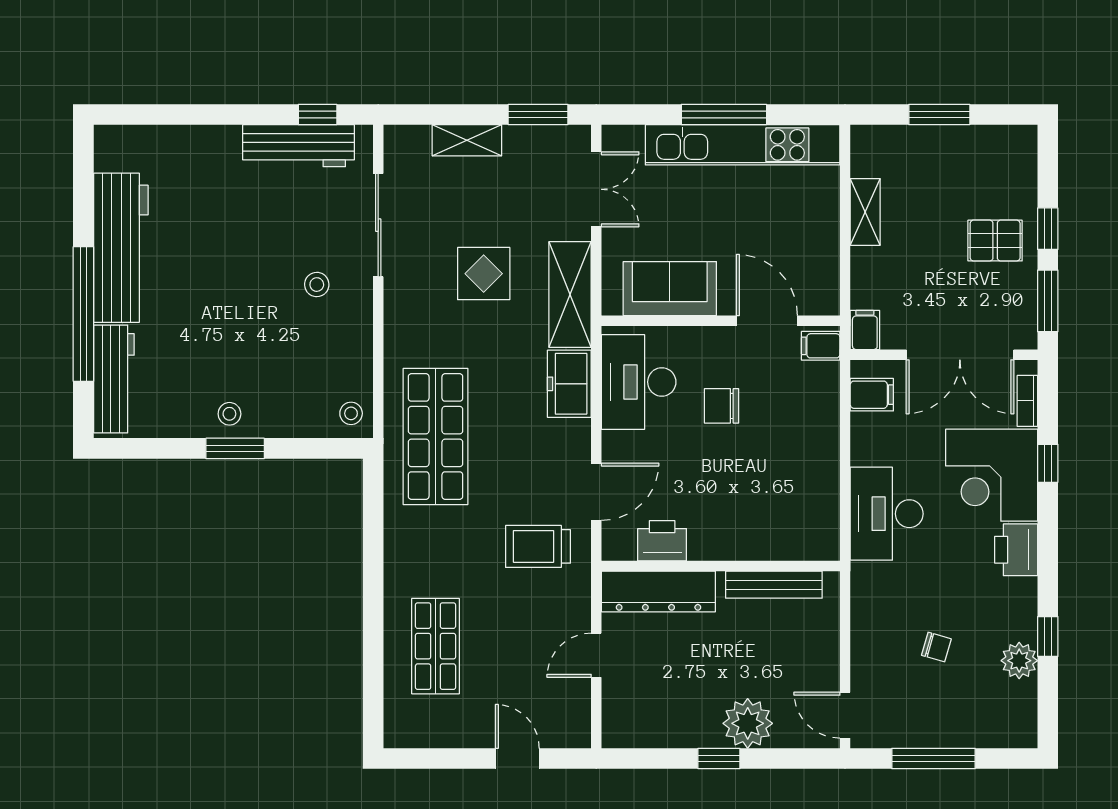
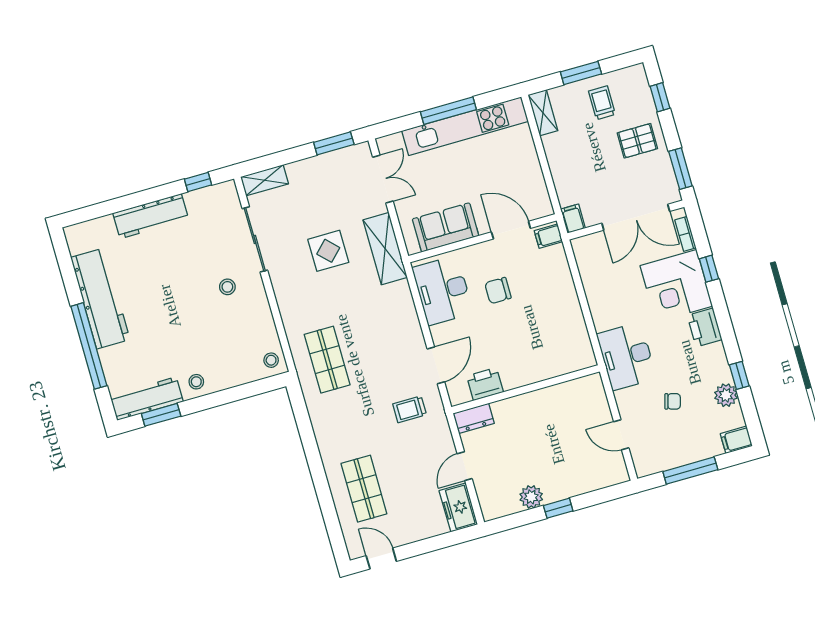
shelving: (467, 140) -> (264, 180), moved
workbench: (299, 146) -> (151, 216), moved
trolley: (958, 168) -> (602, 103), added
shelving: (865, 212) -> (543, 113), moved
window: (1048, 229) -> (660, 97), moved
workbench: (114, 379) -> (147, 399), moved, turned -90
freezer: (569, 384) -> (458, 507), moved
filing cabinet: (872, 395) -> (736, 440), moved, turned 180
shop shelf: (436, 436) -> (327, 360), width x0.70, depth x0.74
window: (235, 448) -> (161, 415), moved
desk: (887, 514) -> (627, 356), moved
trolley: (538, 546) -> (410, 409), width x0.73, depth x0.72
bench: (774, 585) -> (562, 391), removed
dresser: (658, 591) -> (474, 418), width x0.51, depth x0.80
door: (845, 715) -> (621, 435), moved
plant: (748, 723) -> (531, 497), moved, width x0.73, depth x0.73
door: (517, 759) -> (381, 559), moved

